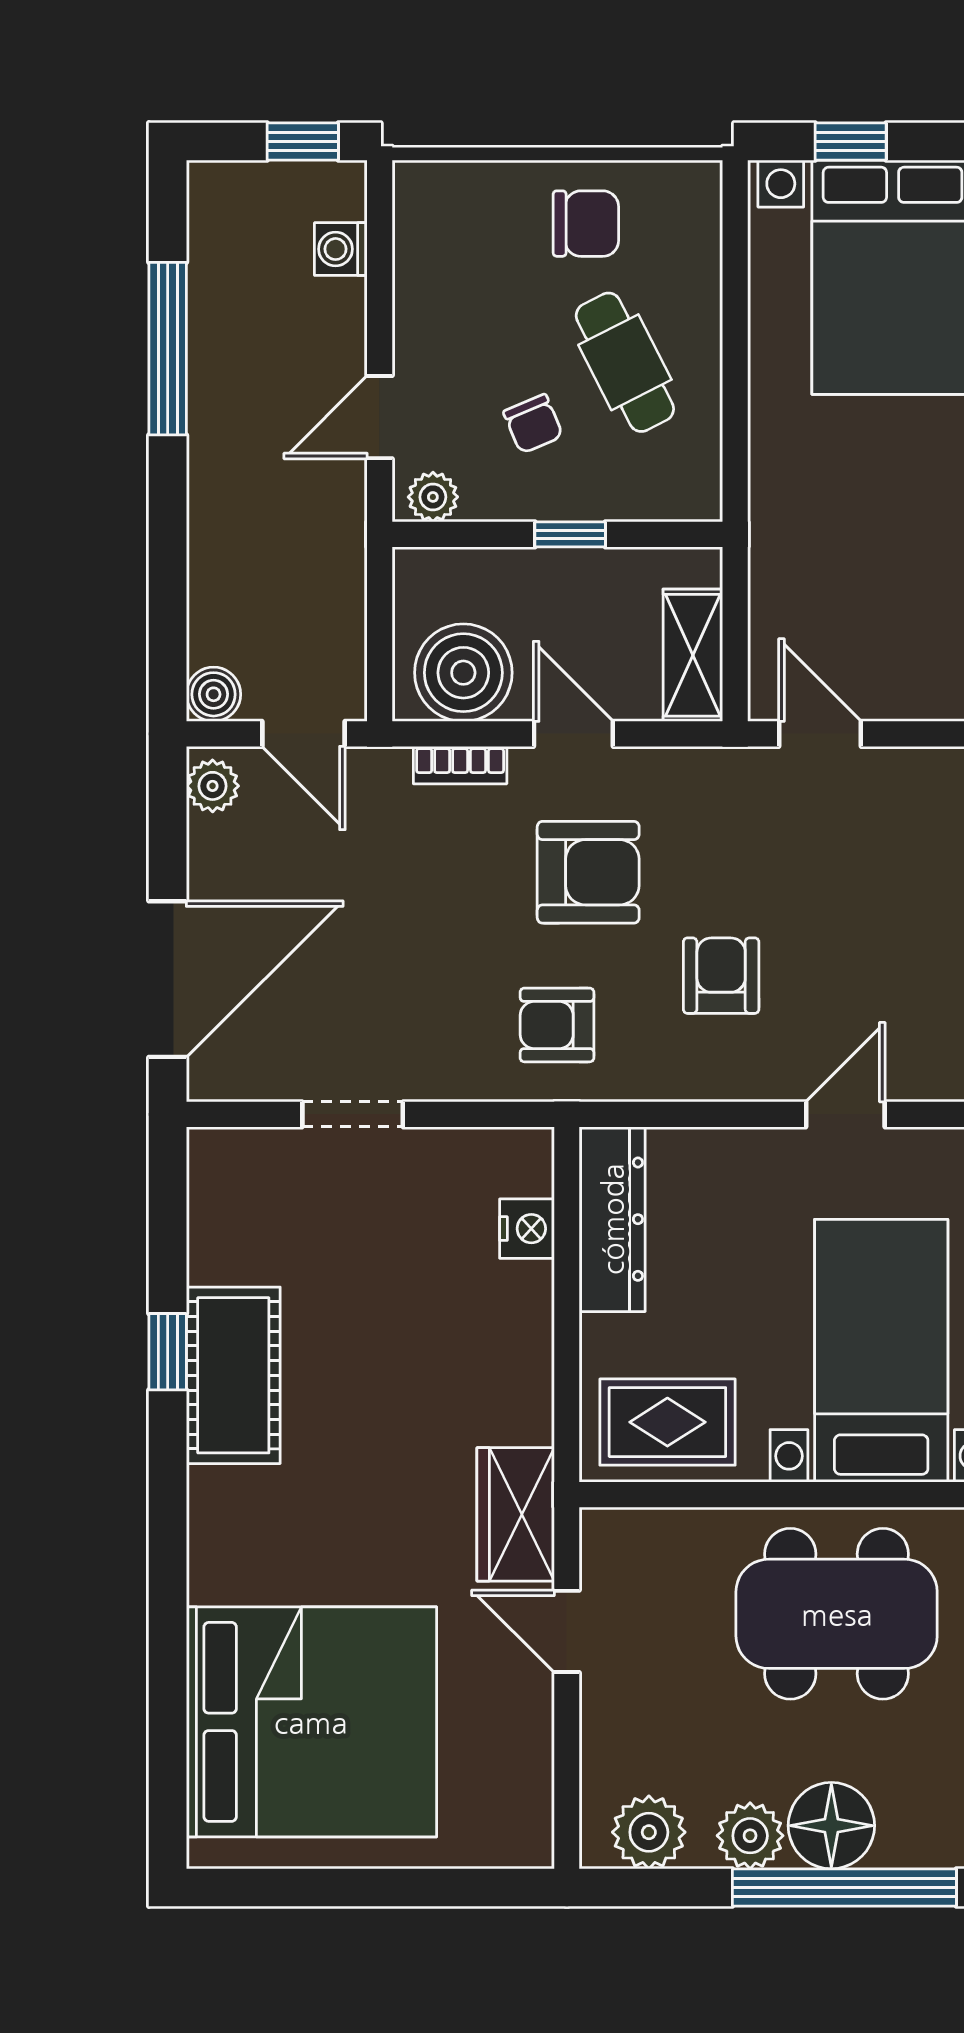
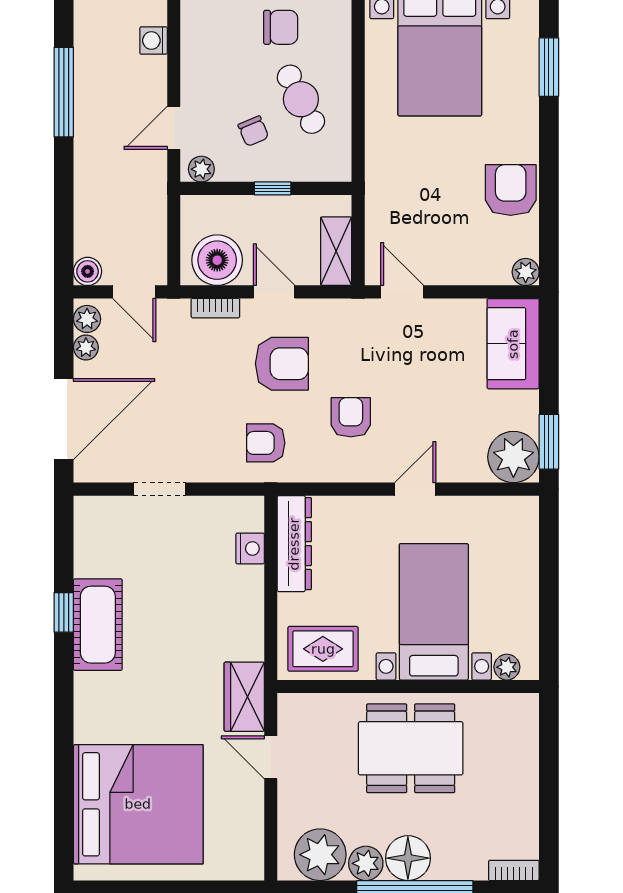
plant: (210, 841) -> (86, 347), added
plant: (649, 1832) -> (320, 855), width x1.36, depth x1.36

